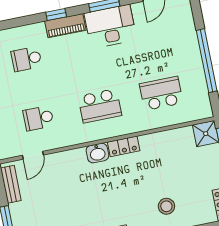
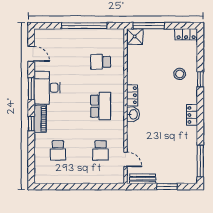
school desk: (161, 93) -> (101, 62), width x0.54

